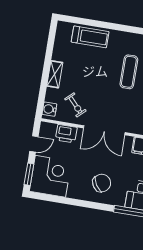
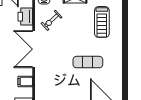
treadmill: (90, 37) -> (102, 22), moved

